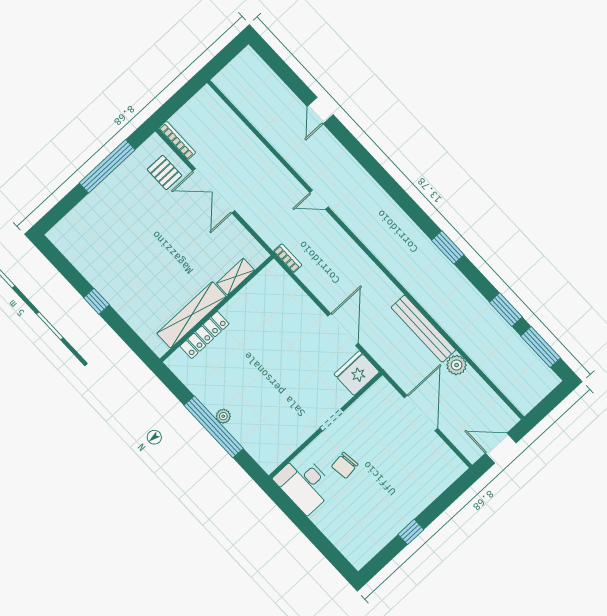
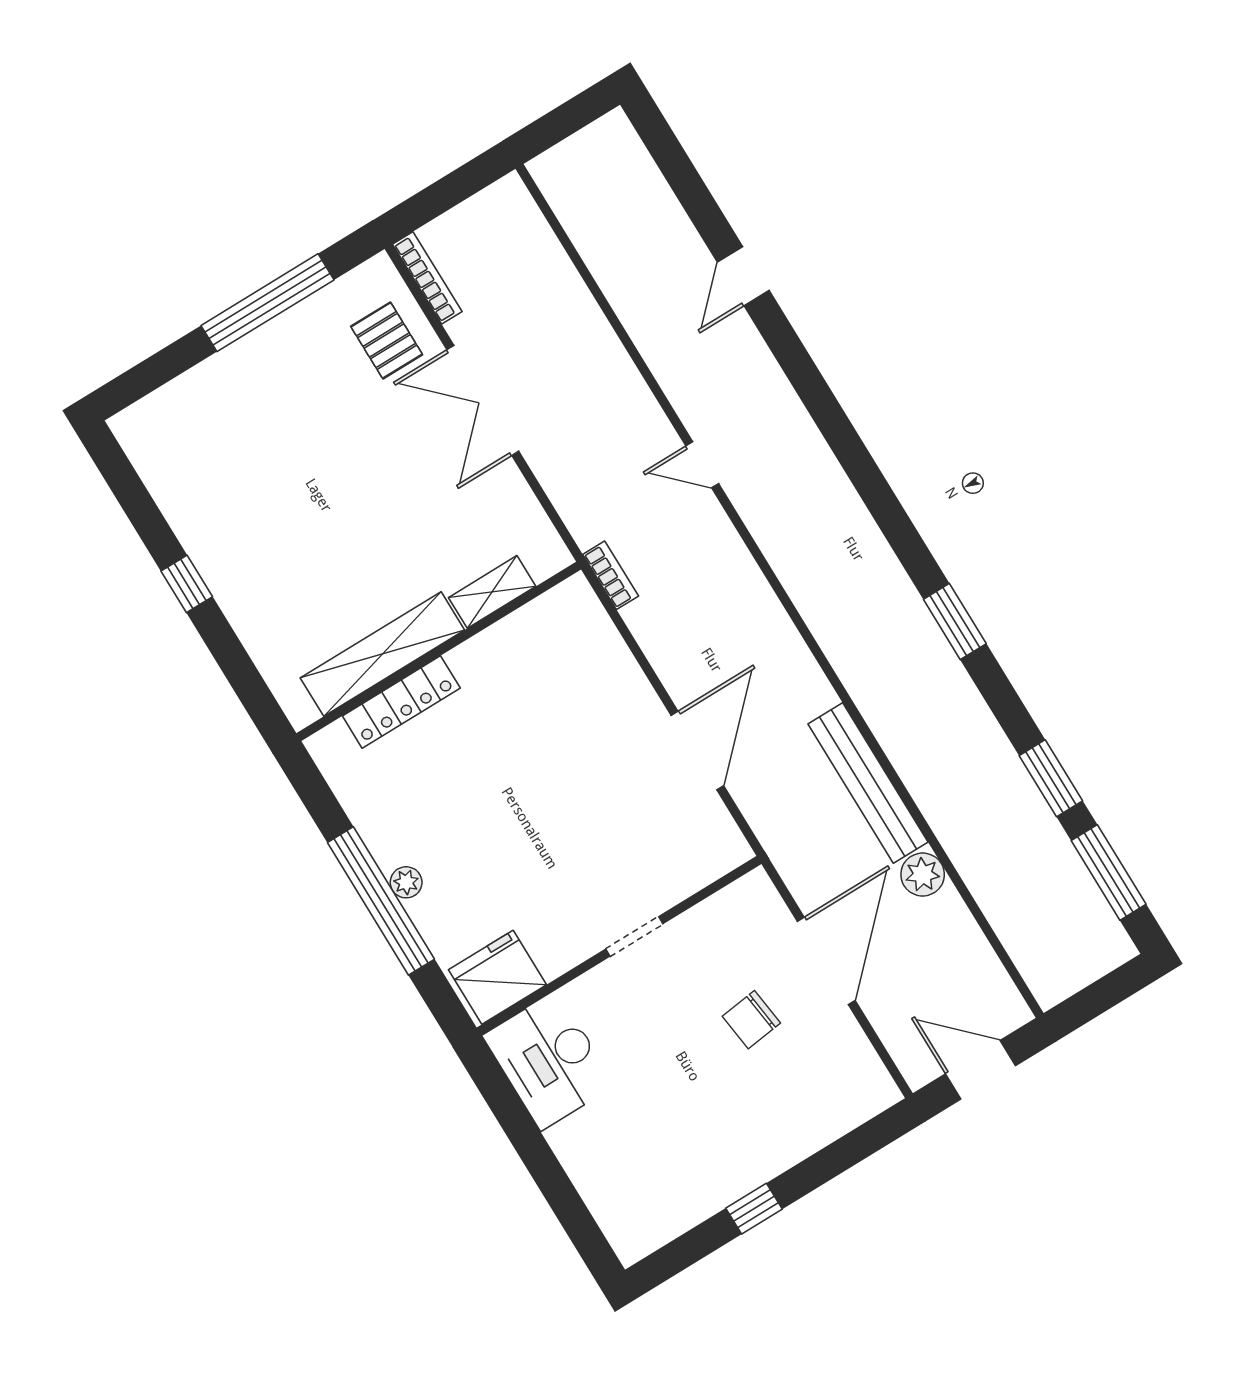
fridge: (357, 373) -> (497, 977), moved
chair: (345, 465) -> (751, 1020), moved

